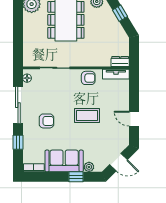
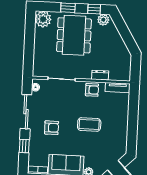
window: (120, 13) -> (124, 32), removed
dresser: (120, 62) -> (100, 75), moved
door: (134, 119) -> (132, 129), removed

